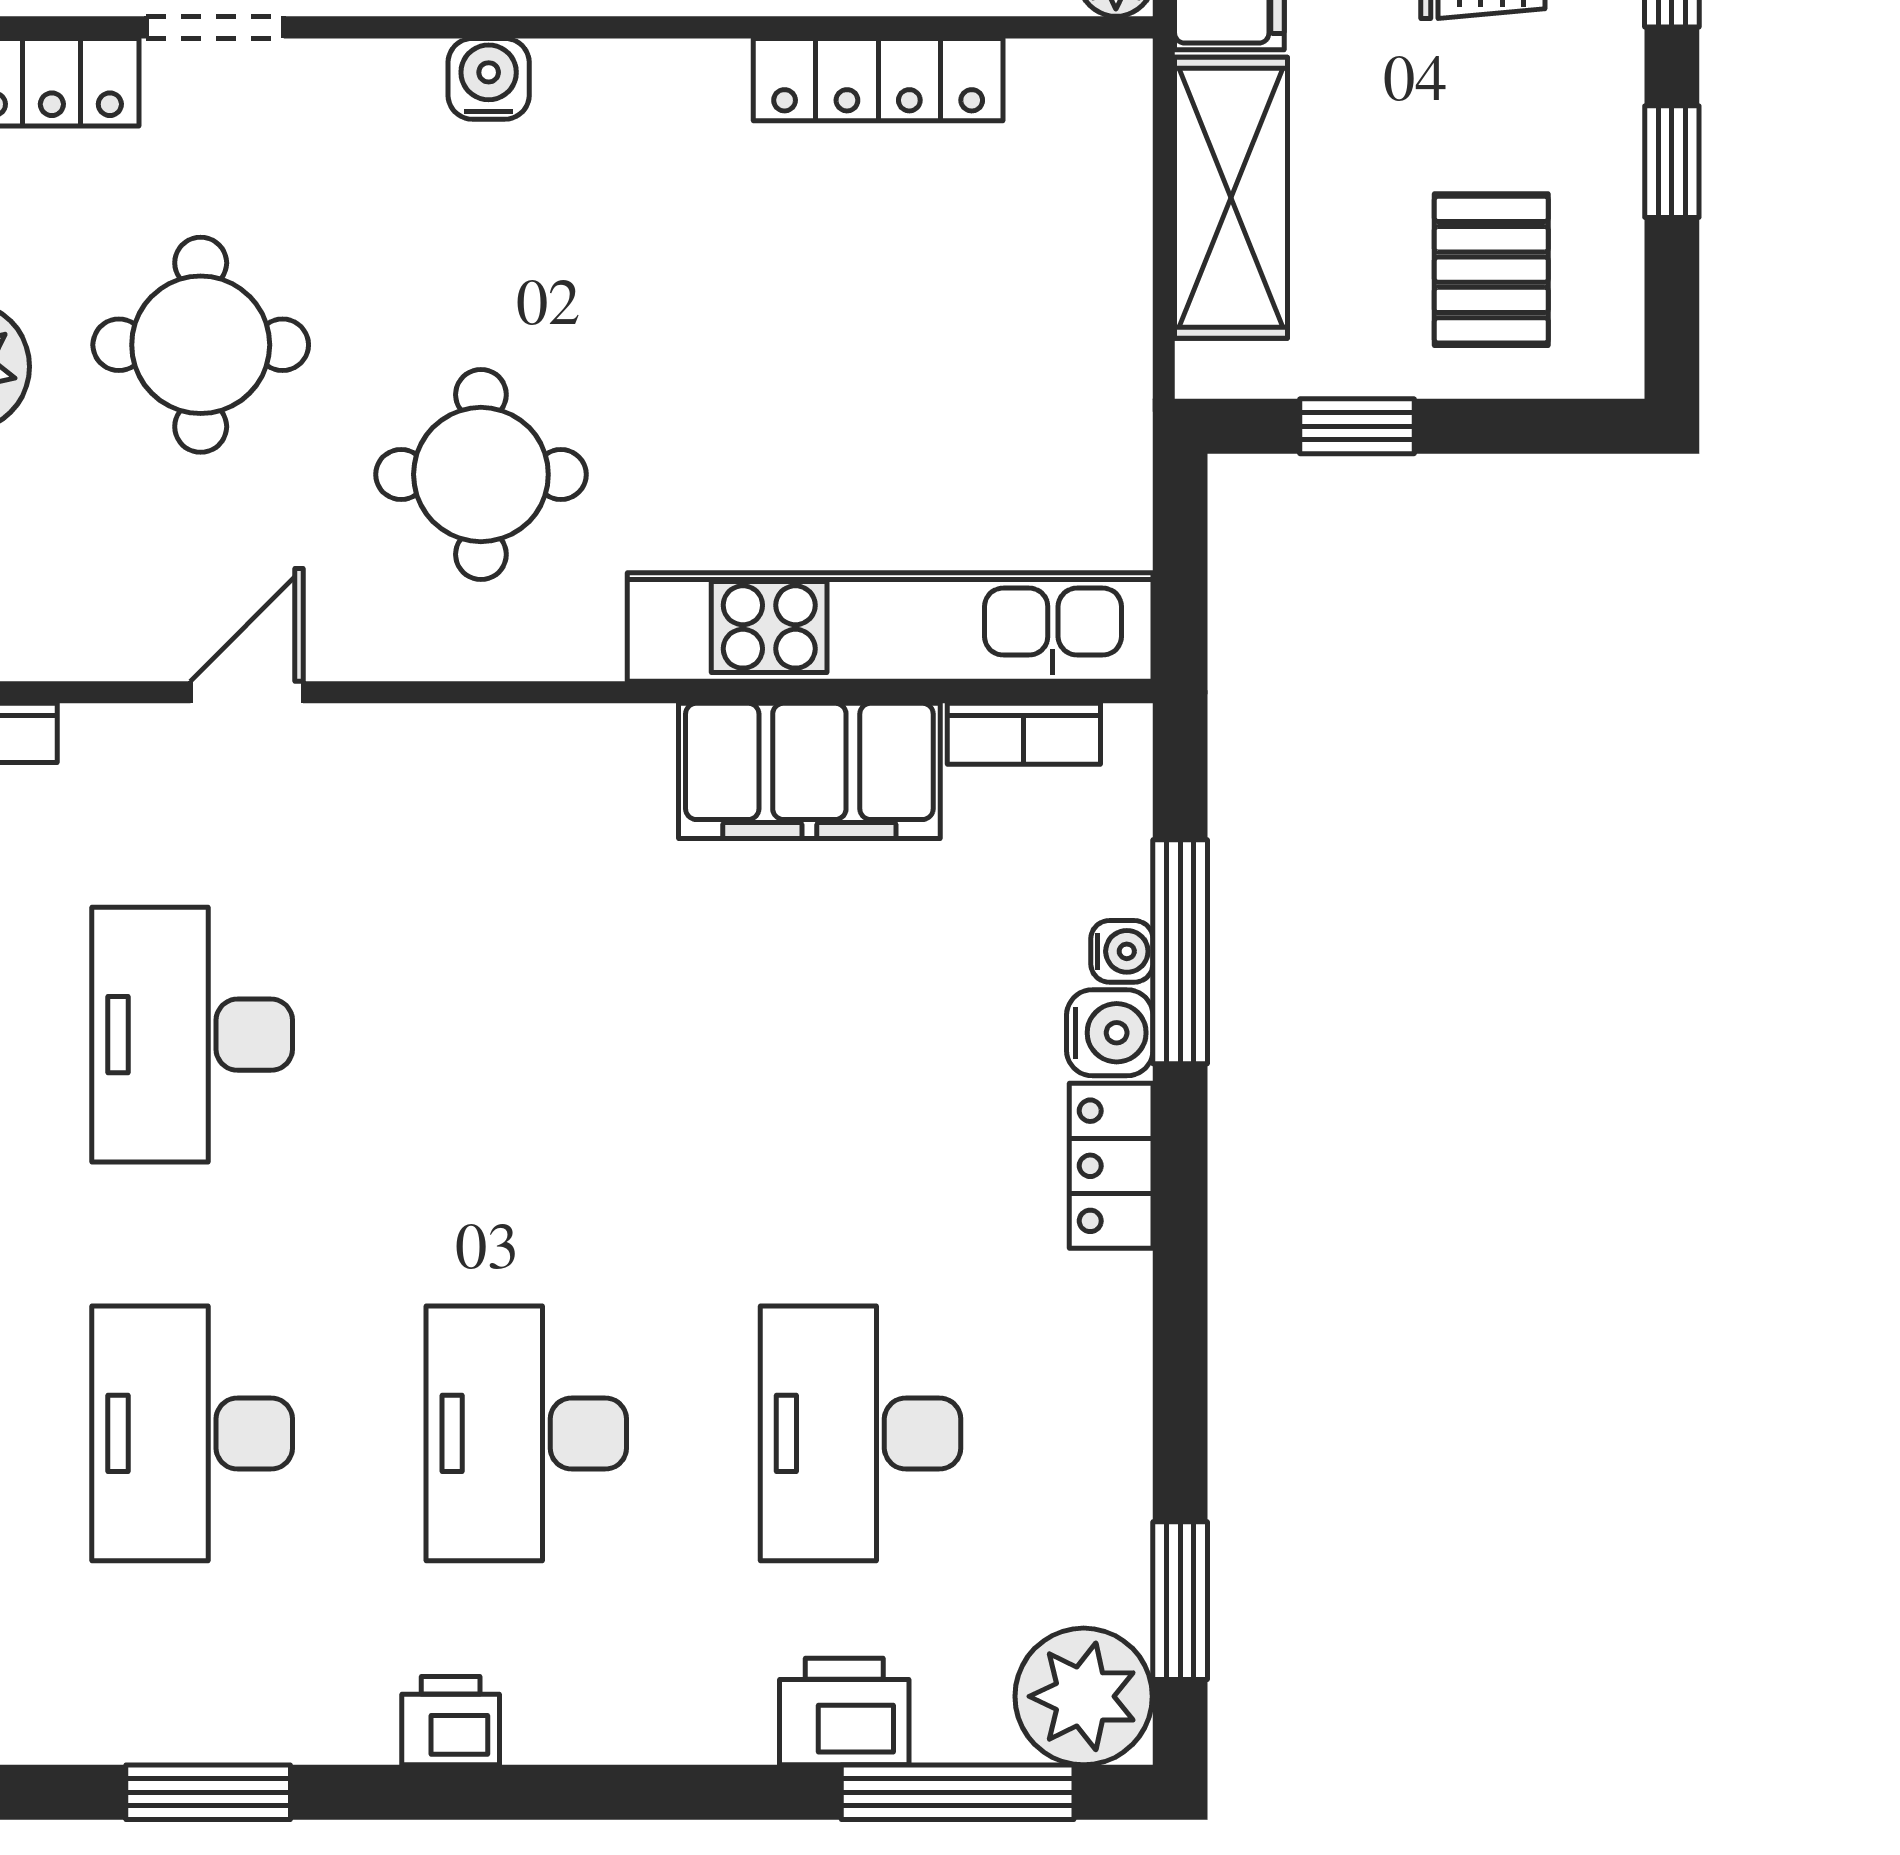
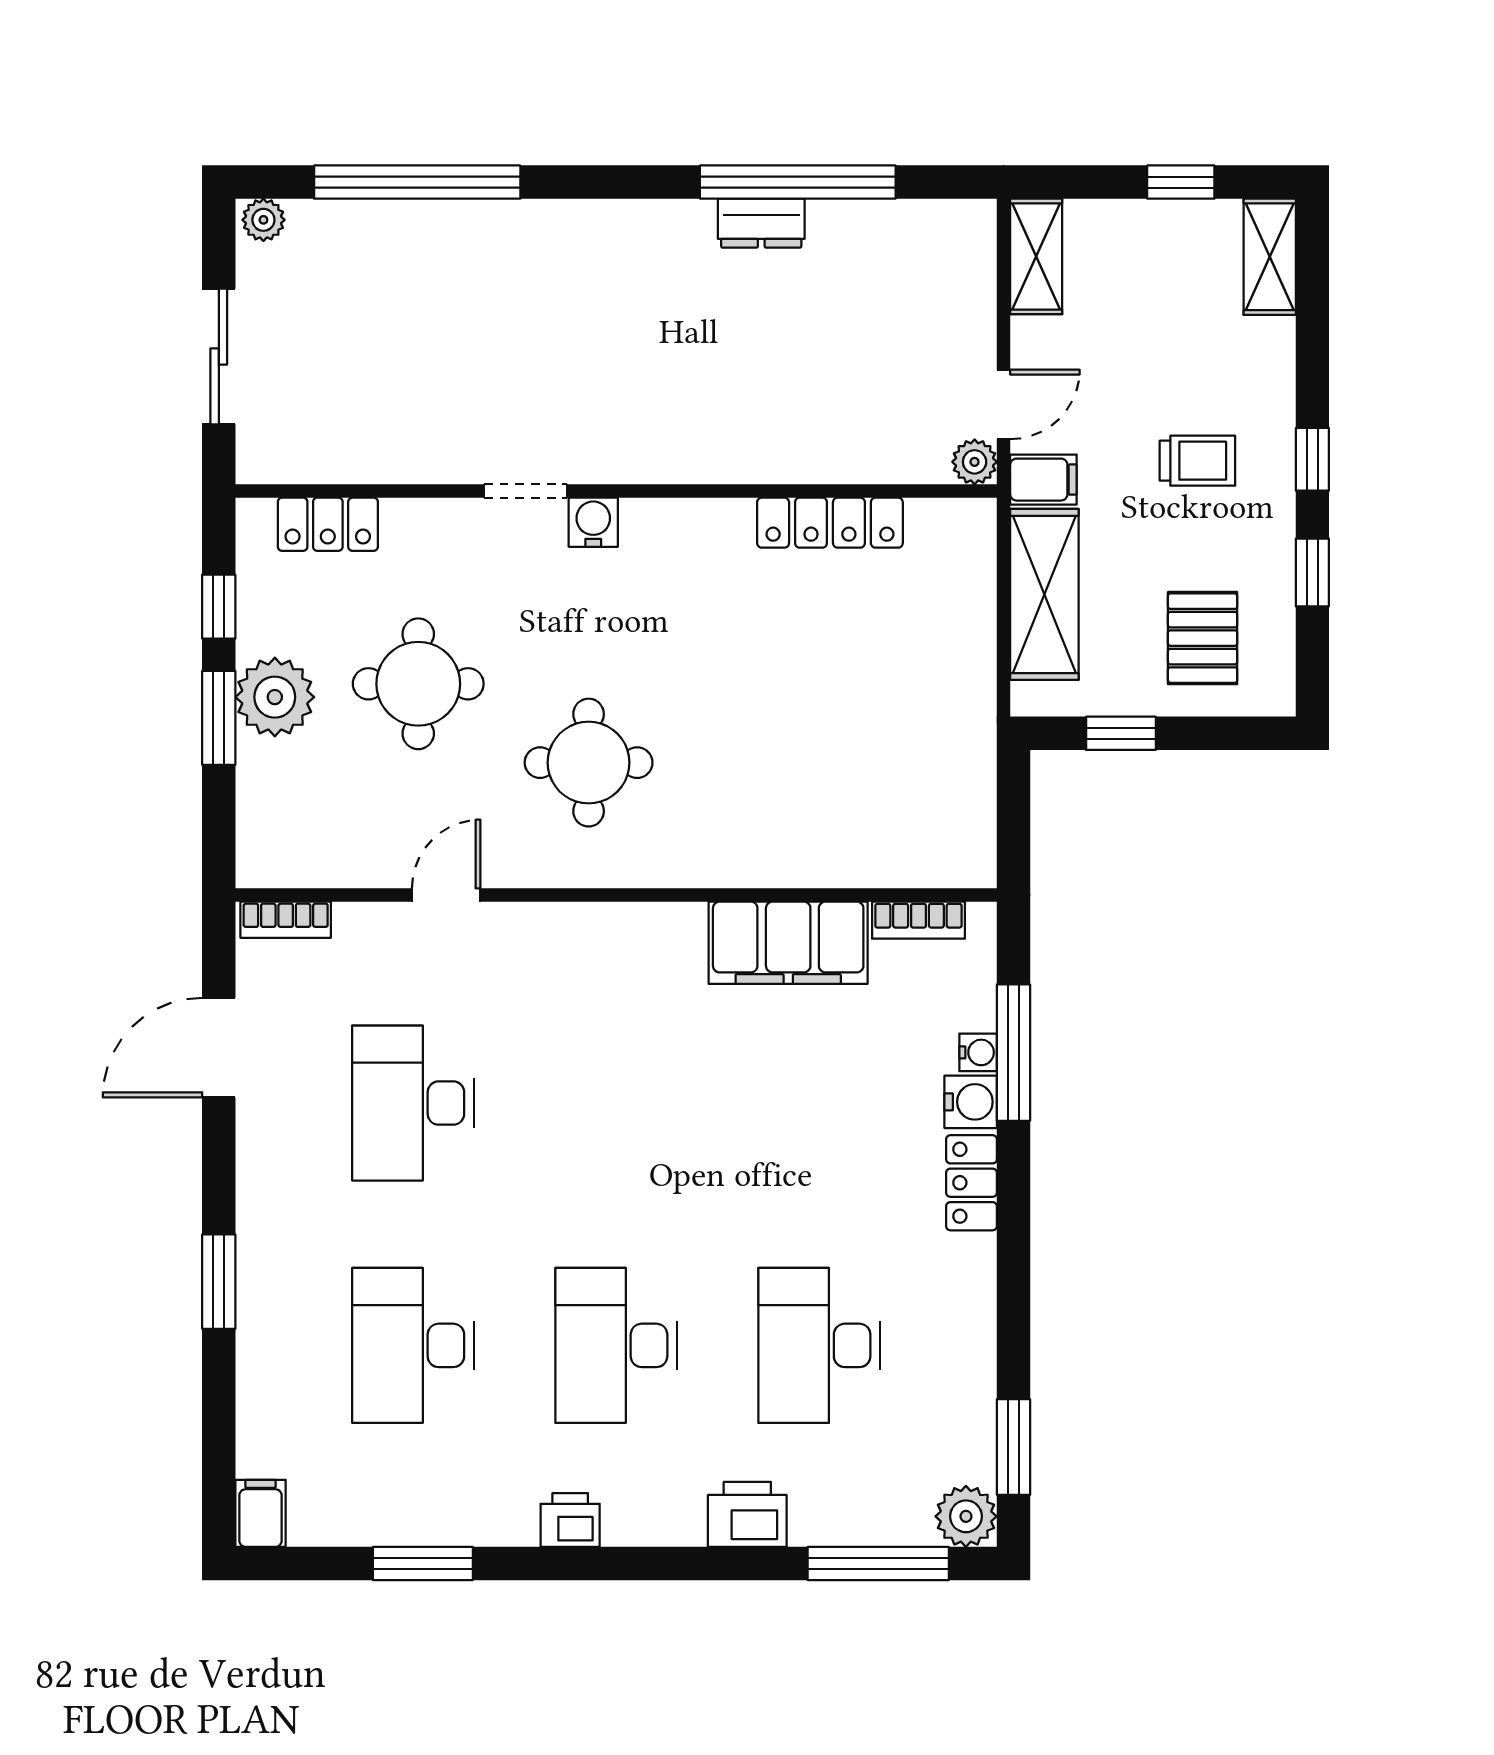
doorway: (215, 27) -> (526, 491), moved
kitchen unit: (890, 627) -> (837, 855), removed
plant: (1084, 1696) -> (966, 1516), width x0.73, depth x0.73
printer: (844, 1712) -> (747, 1514), moved

